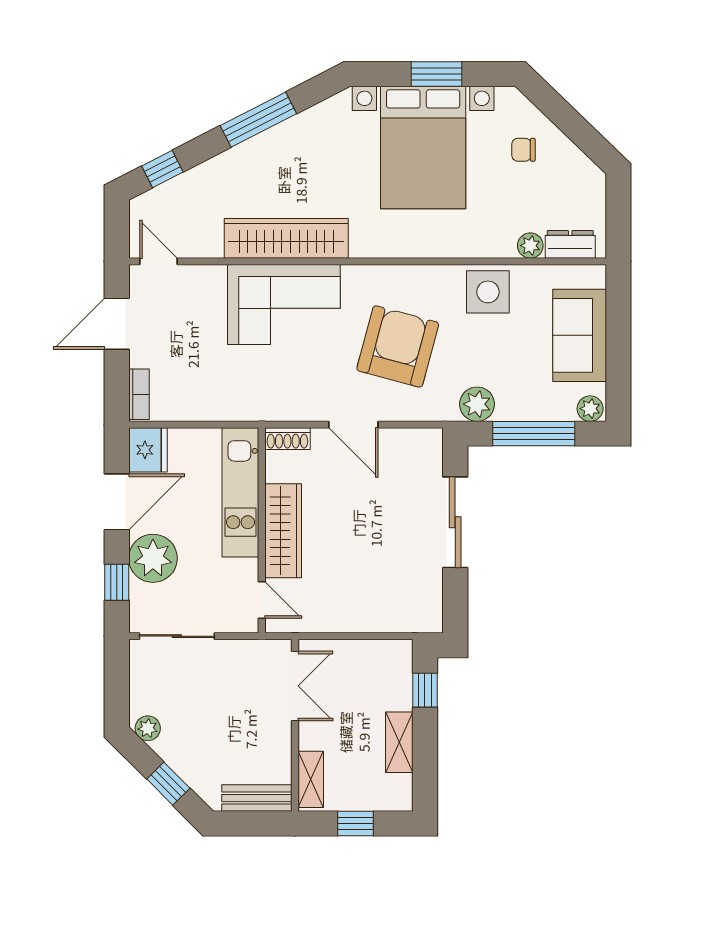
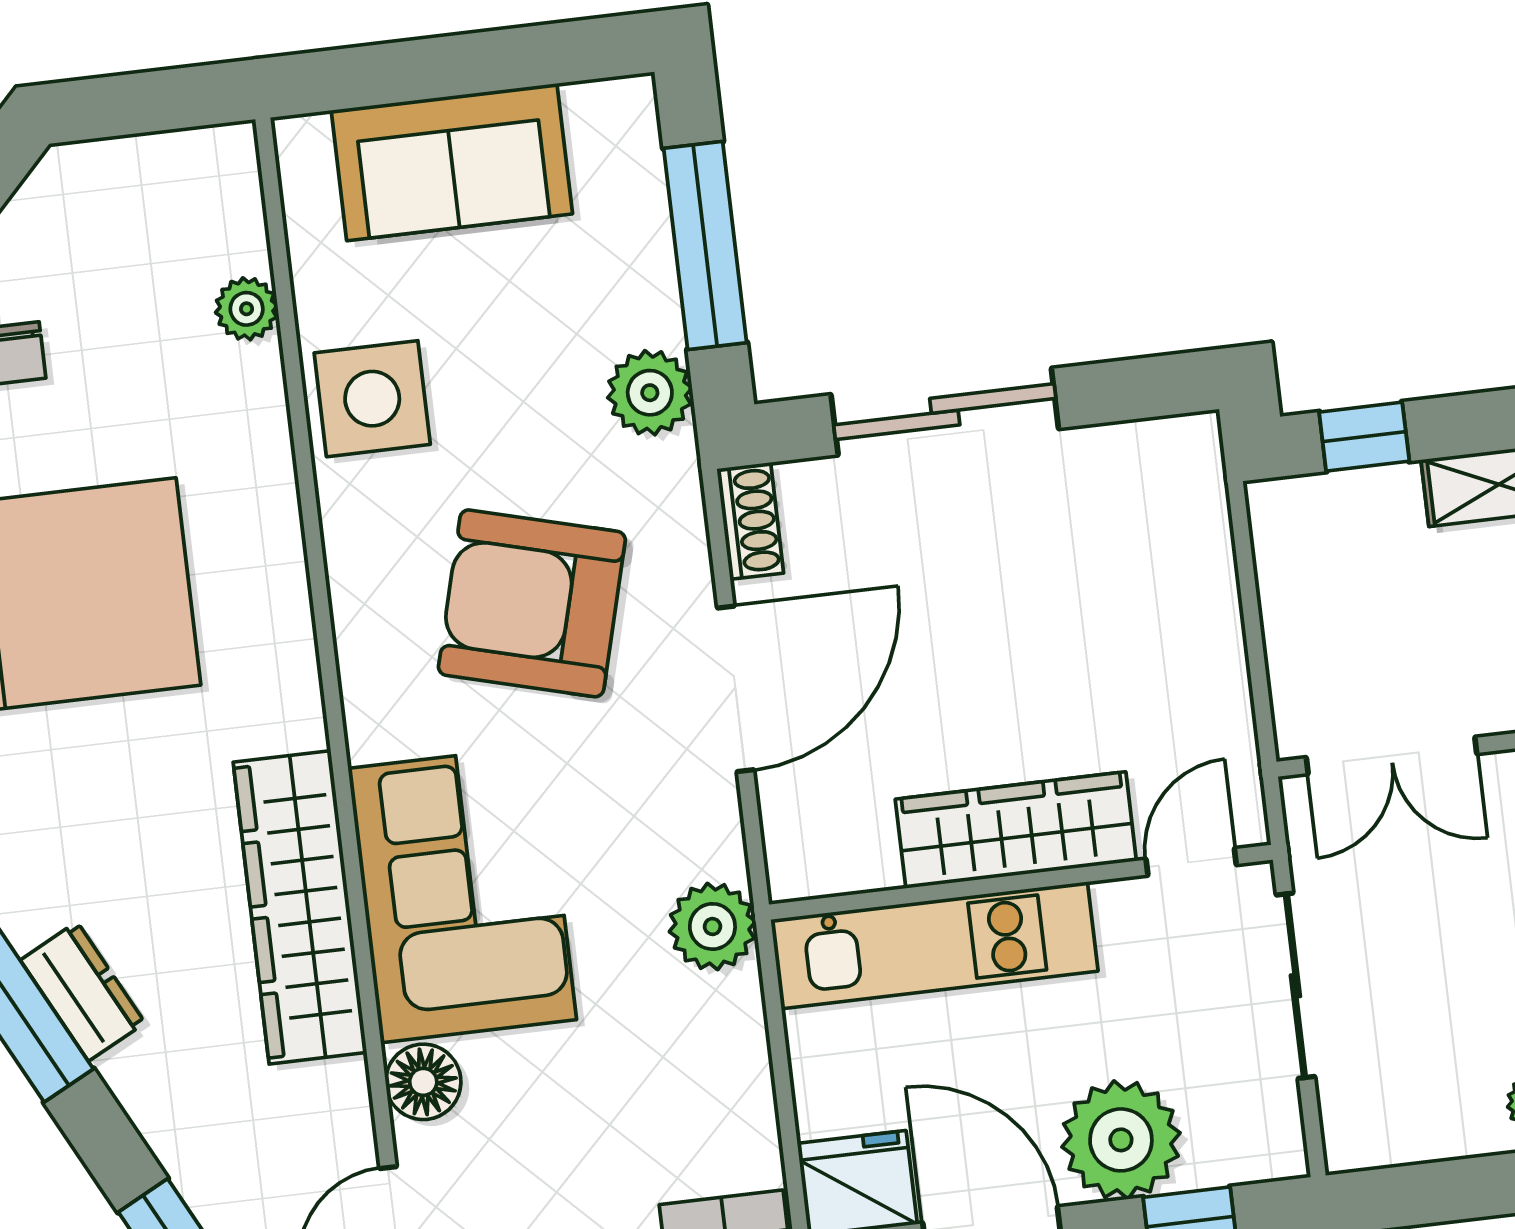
dresser: (570, 244) -> (83, 991), moved, turned 153
floor lamp: (210, 280) -> (423, 1082), added
plant: (590, 409) -> (712, 926), moved, width x1.38, depth x1.38
door: (353, 425) -> (736, 689), width x1.36
shoe rack: (287, 439) -> (750, 521), moved
sliding door: (177, 636) -> (1295, 986), moved
double door: (295, 686) -> (1392, 756), swing flipped

